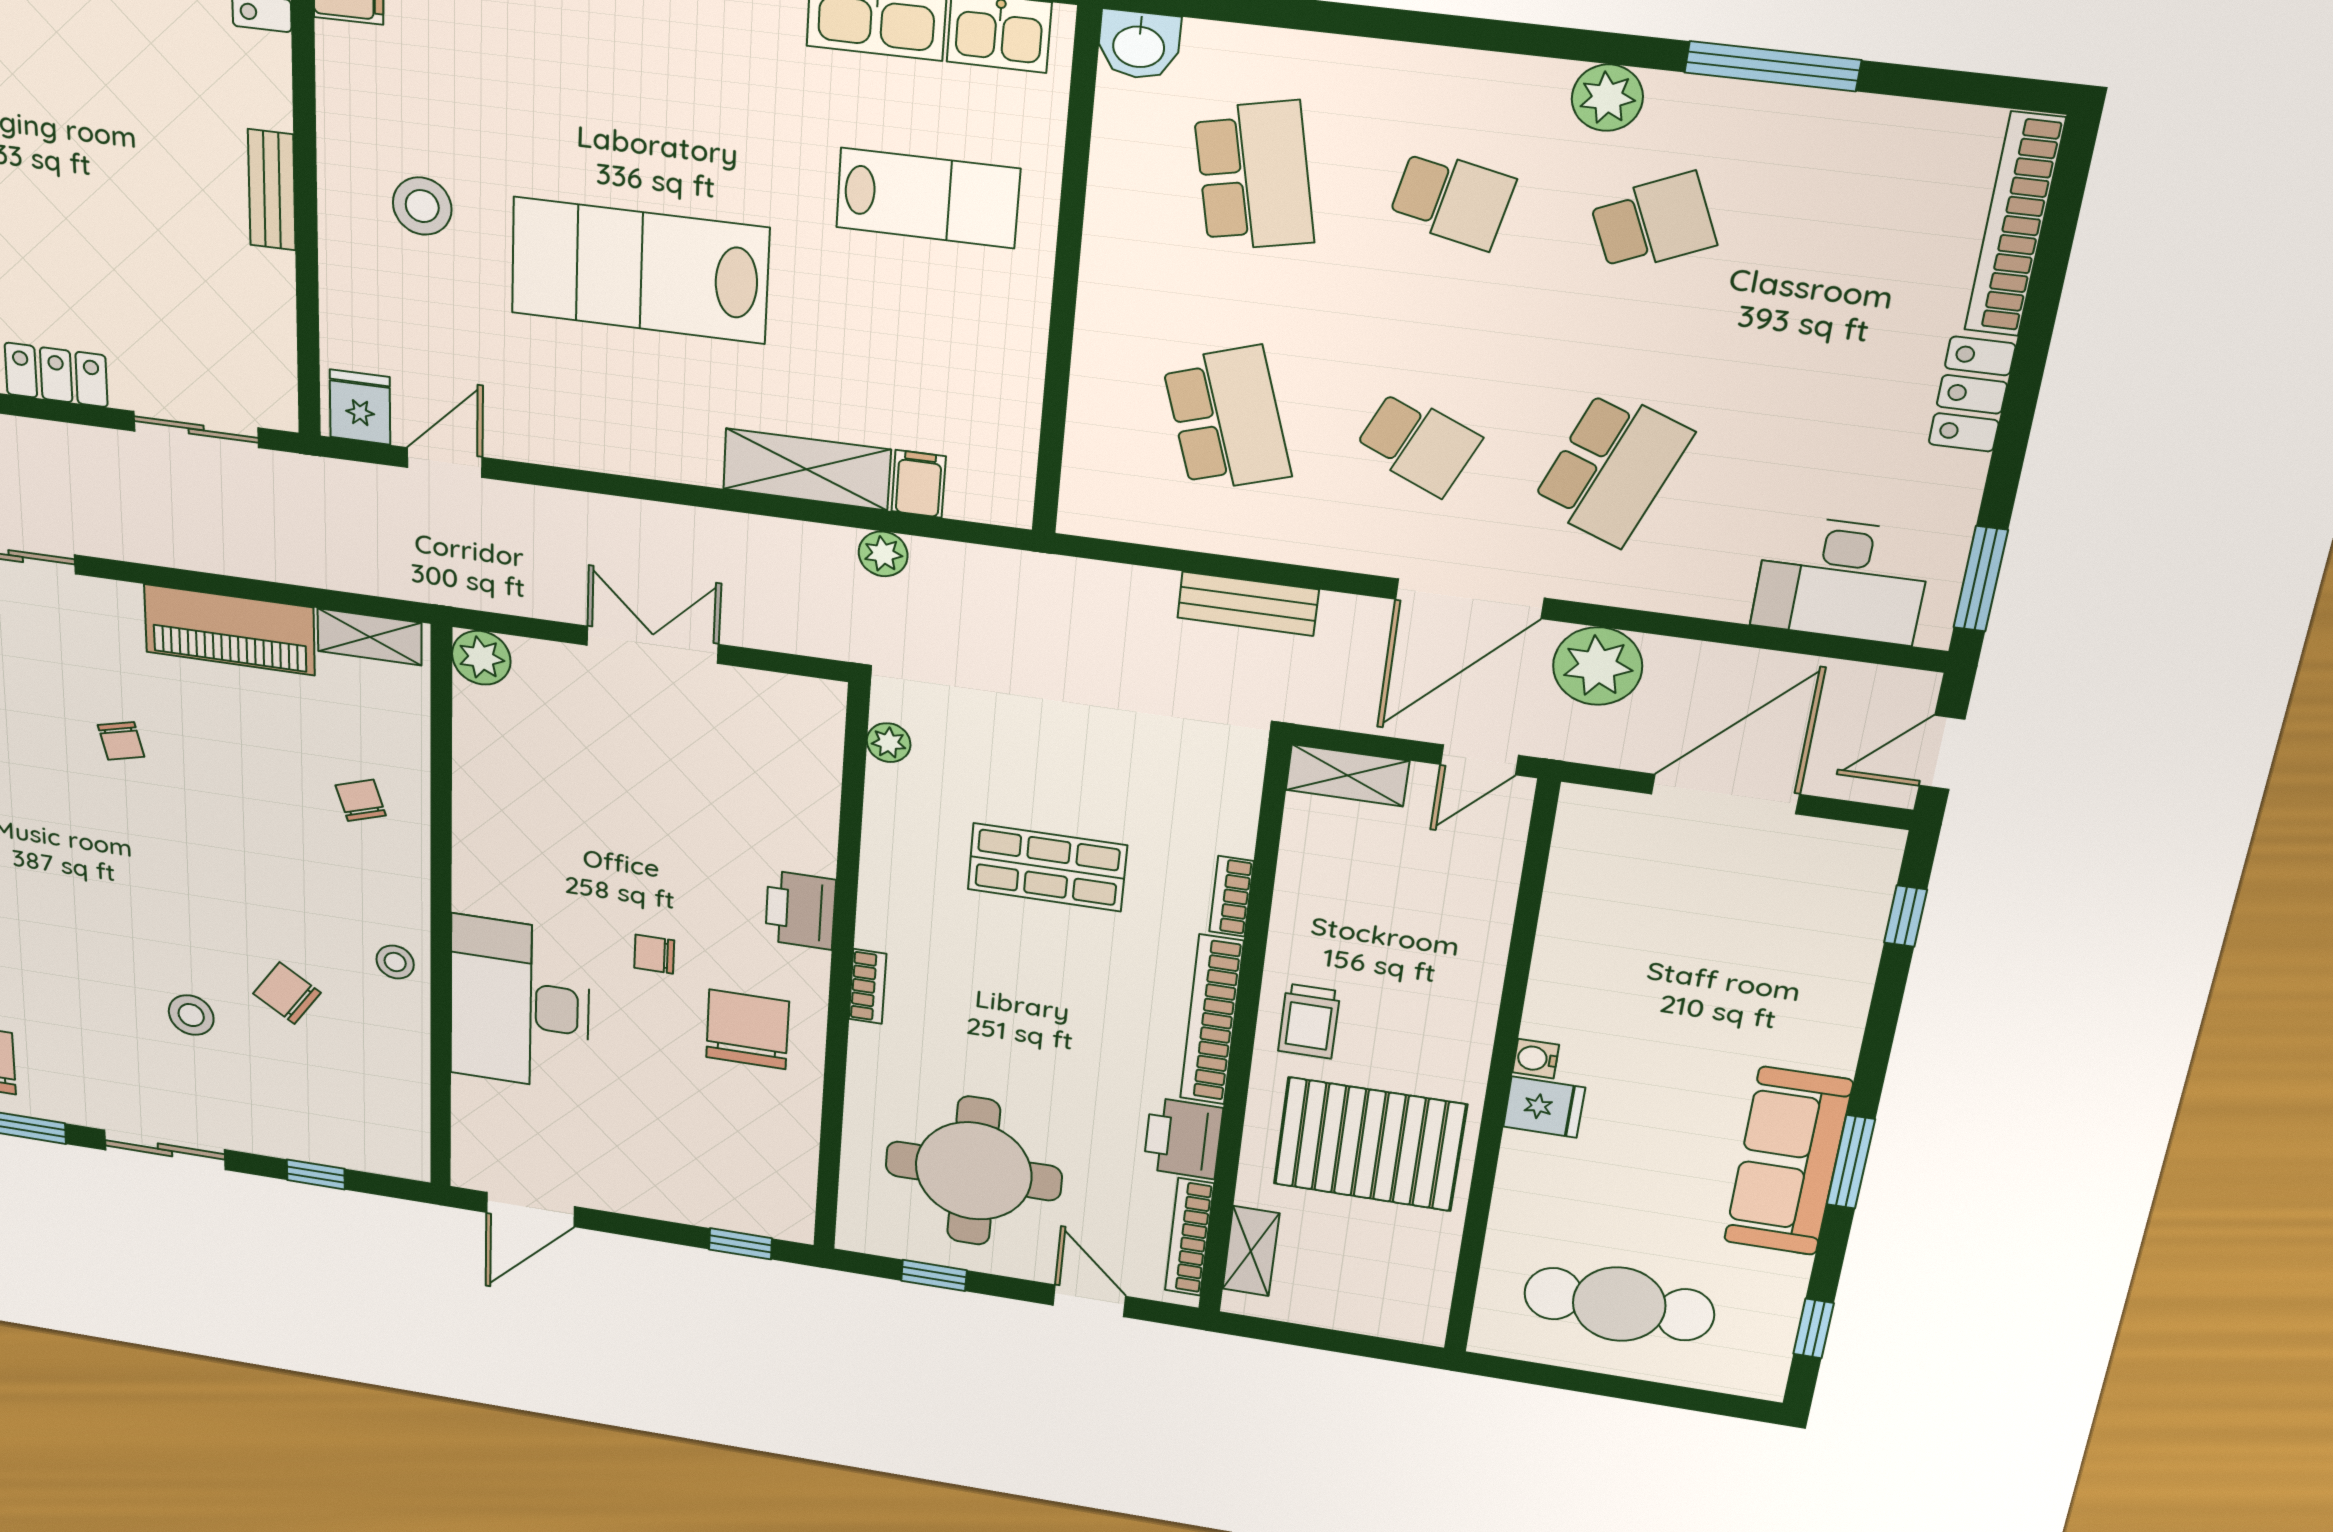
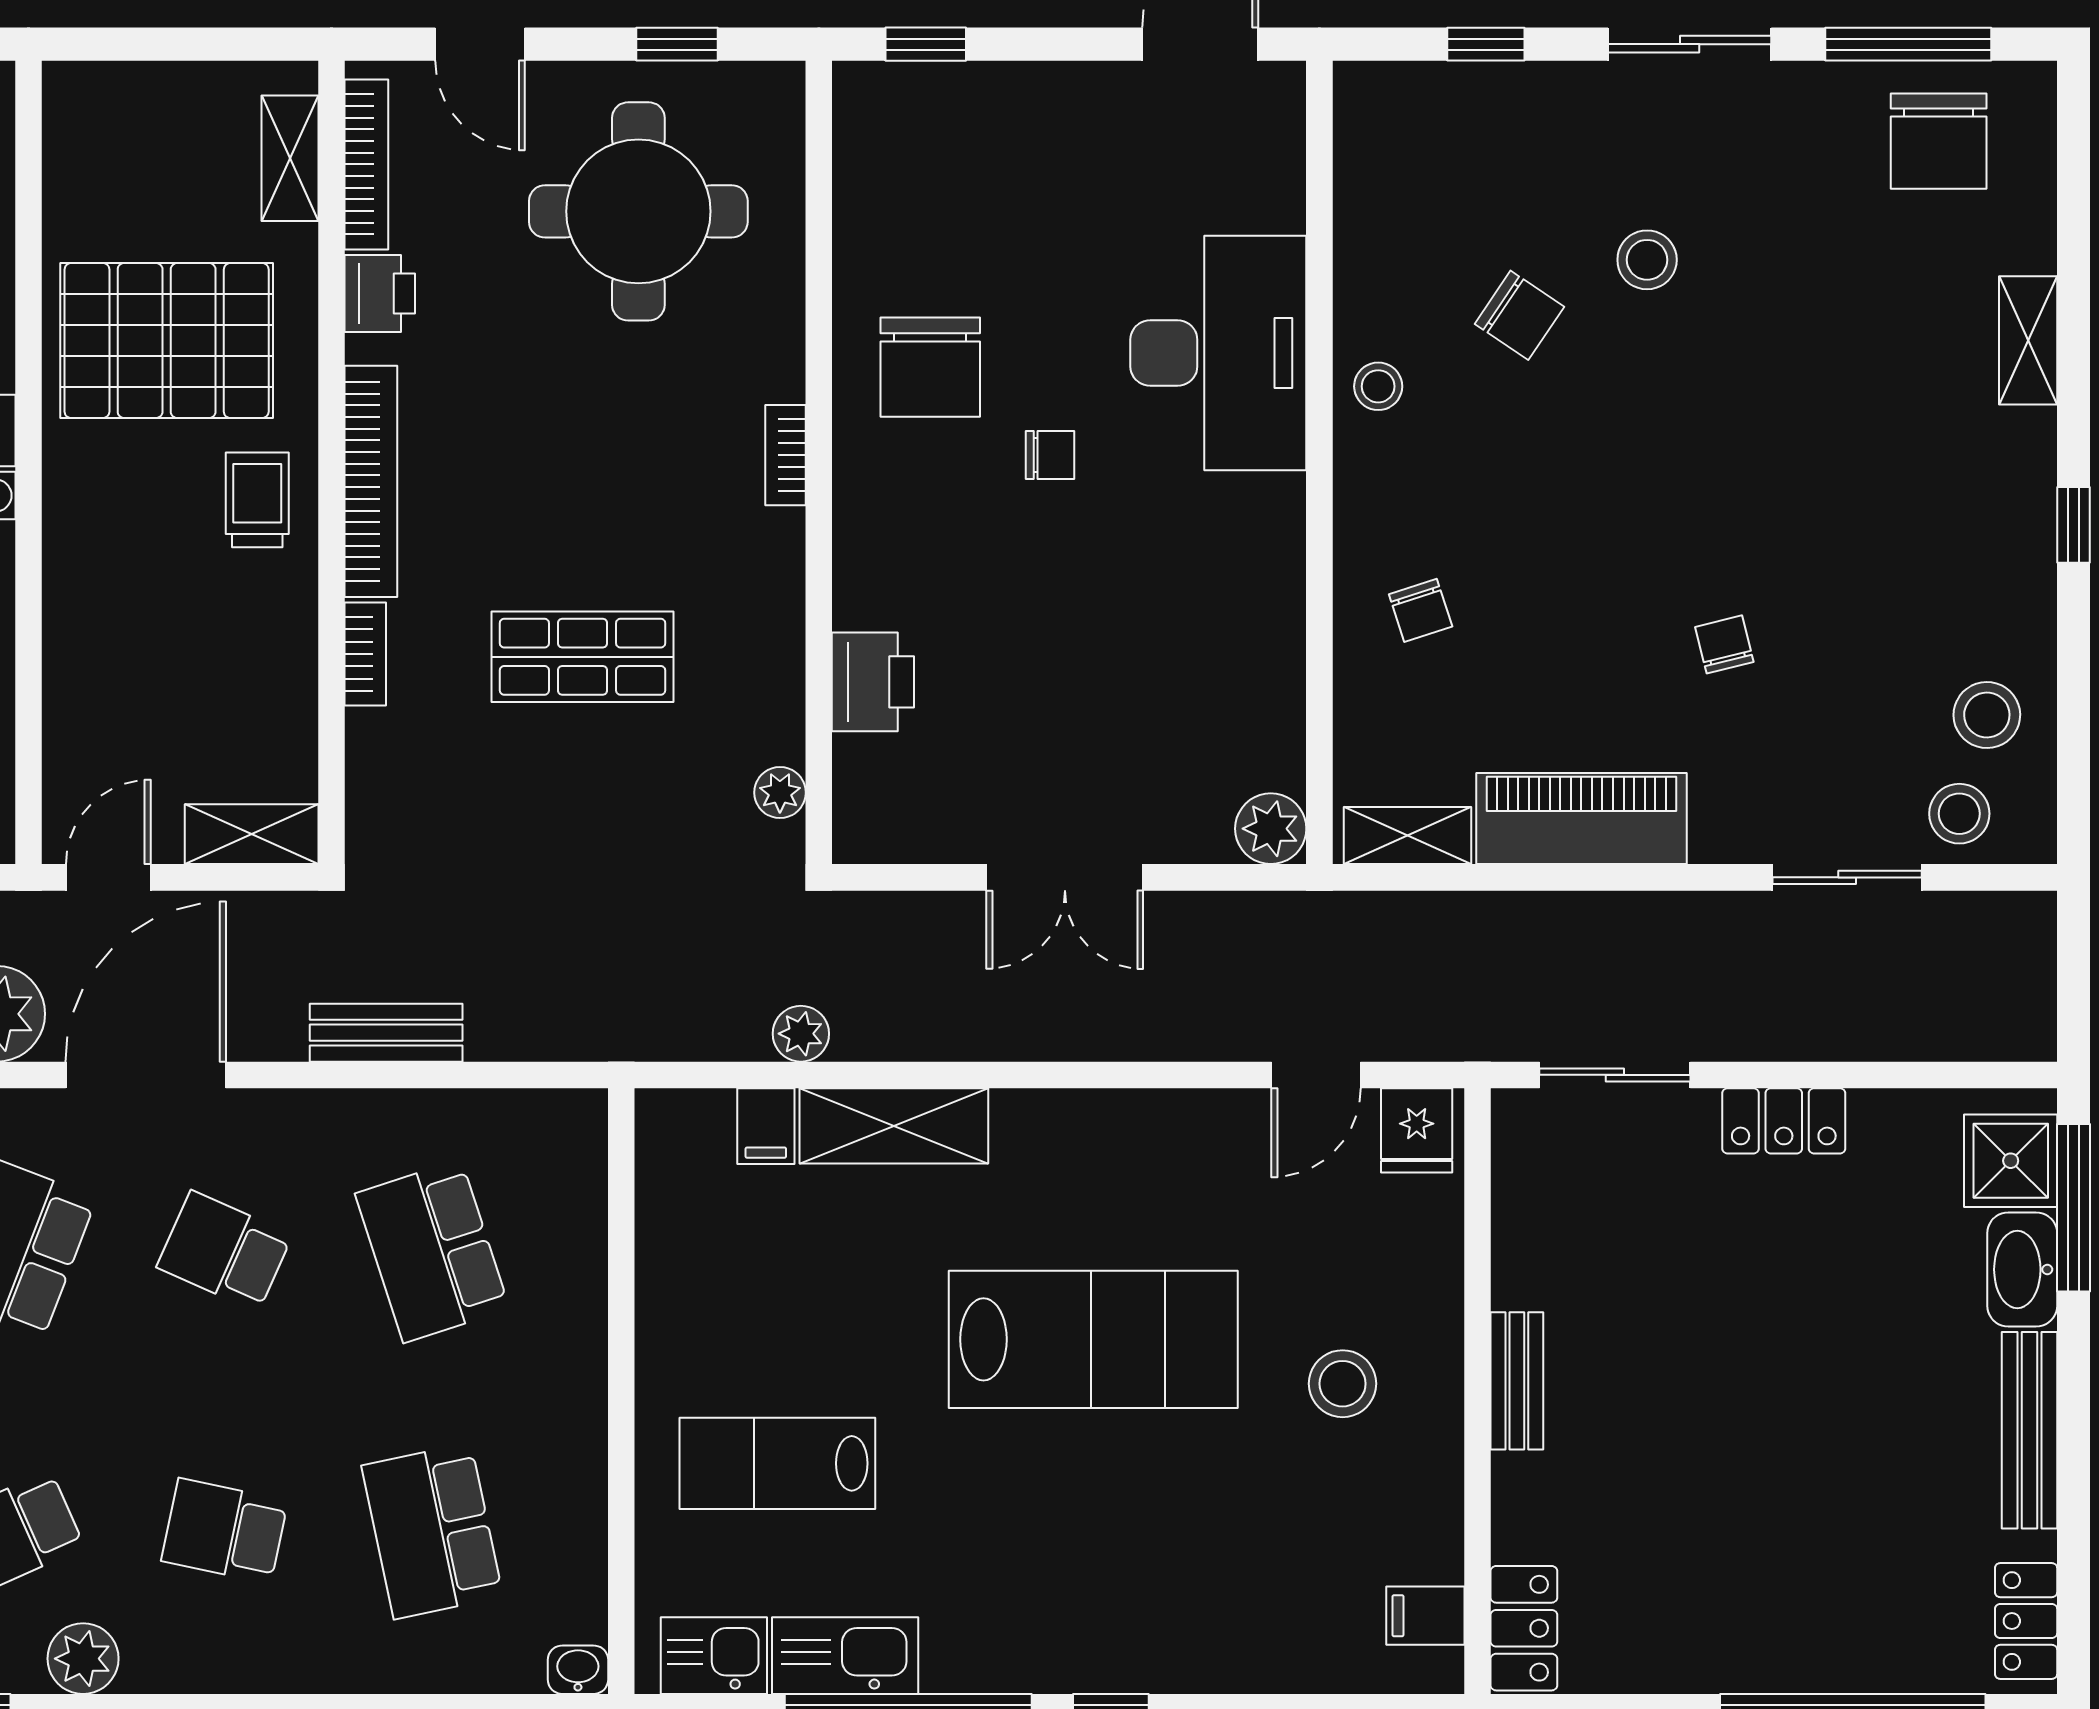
washbasin: (1139, 45) -> (578, 1670), width x0.72, depth x0.69
printer: (800, 910) -> (873, 682), moved
printer: (1183, 1138) -> (380, 293), width x0.73, depth x0.81

